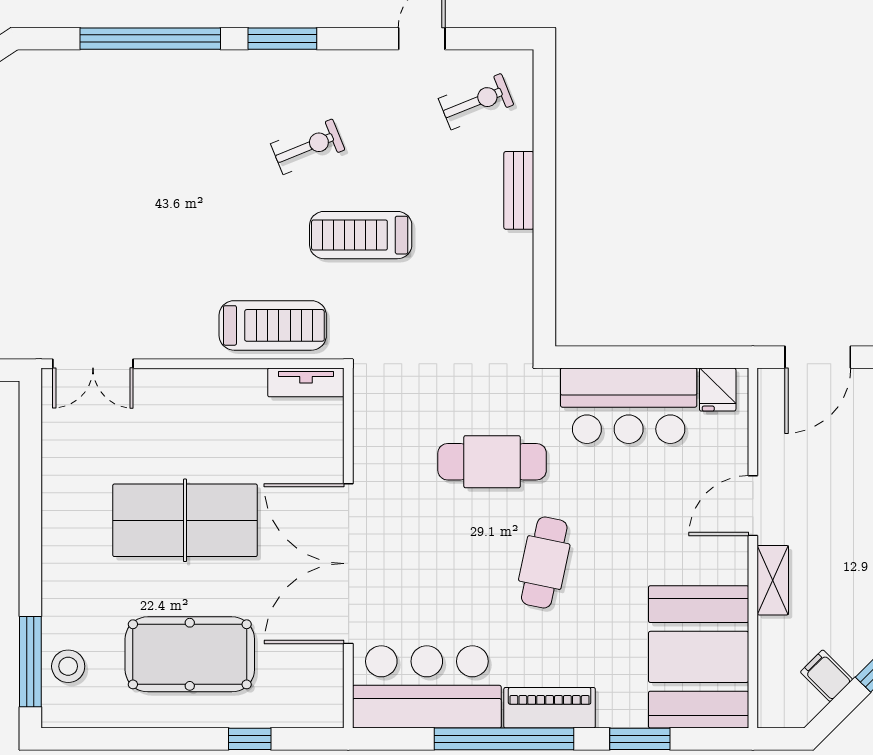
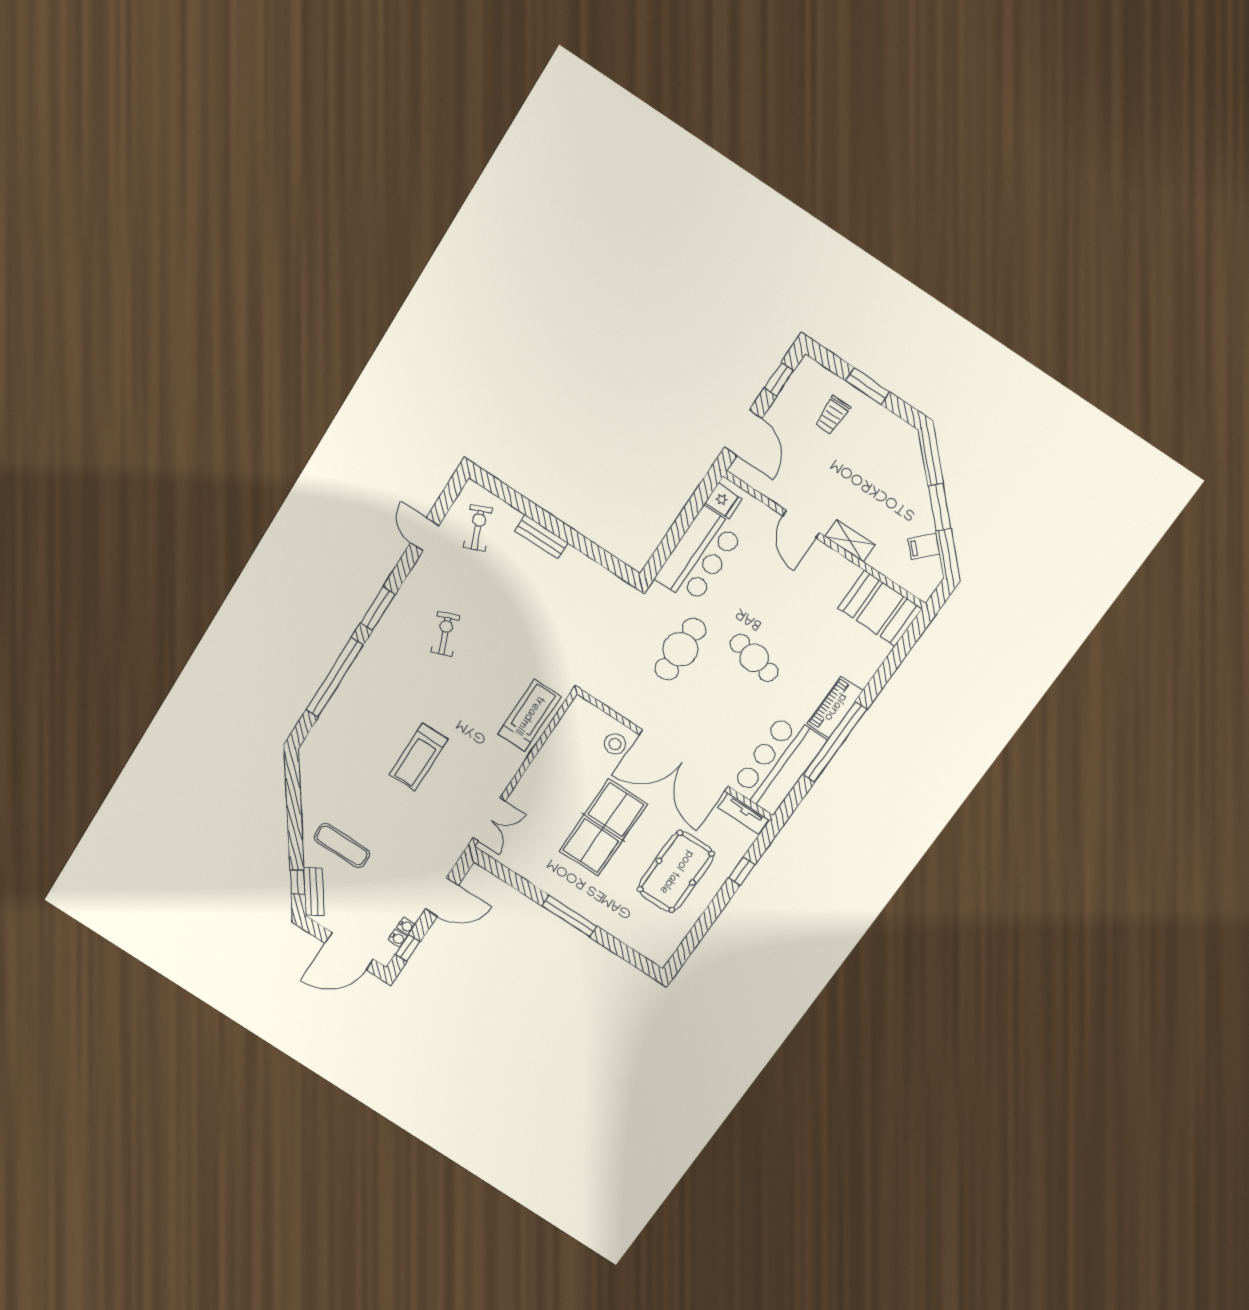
treadmill: (361, 235) -> (419, 757), moved
tv unit: (306, 382) -> (743, 813), moved, turned 90
booth: (699, 657) -> (880, 608), width x0.73, depth x0.70
window: (30, 662) -> (569, 916), moved
stool: (68, 666) -> (615, 744), moved
window: (640, 739) -> (886, 671), removed

